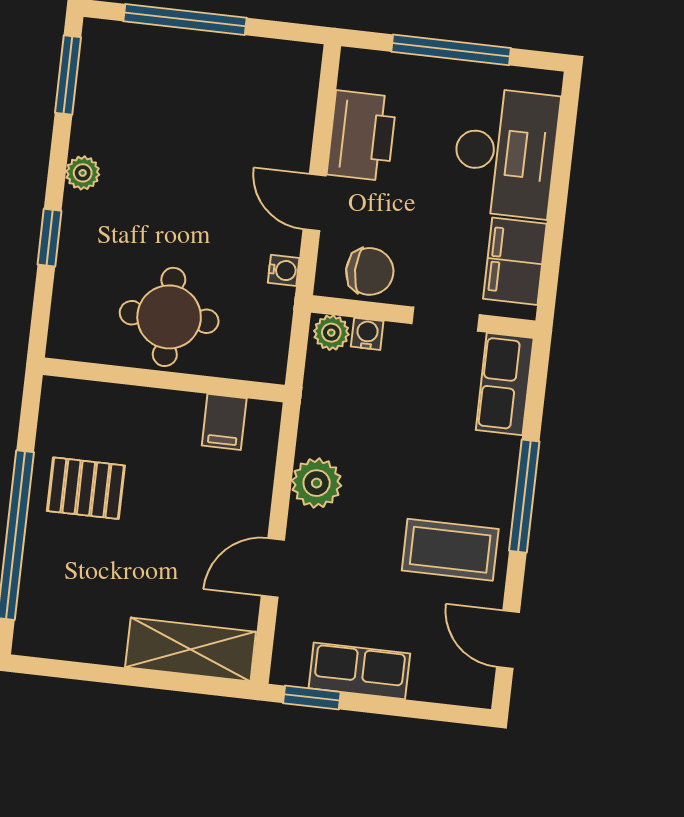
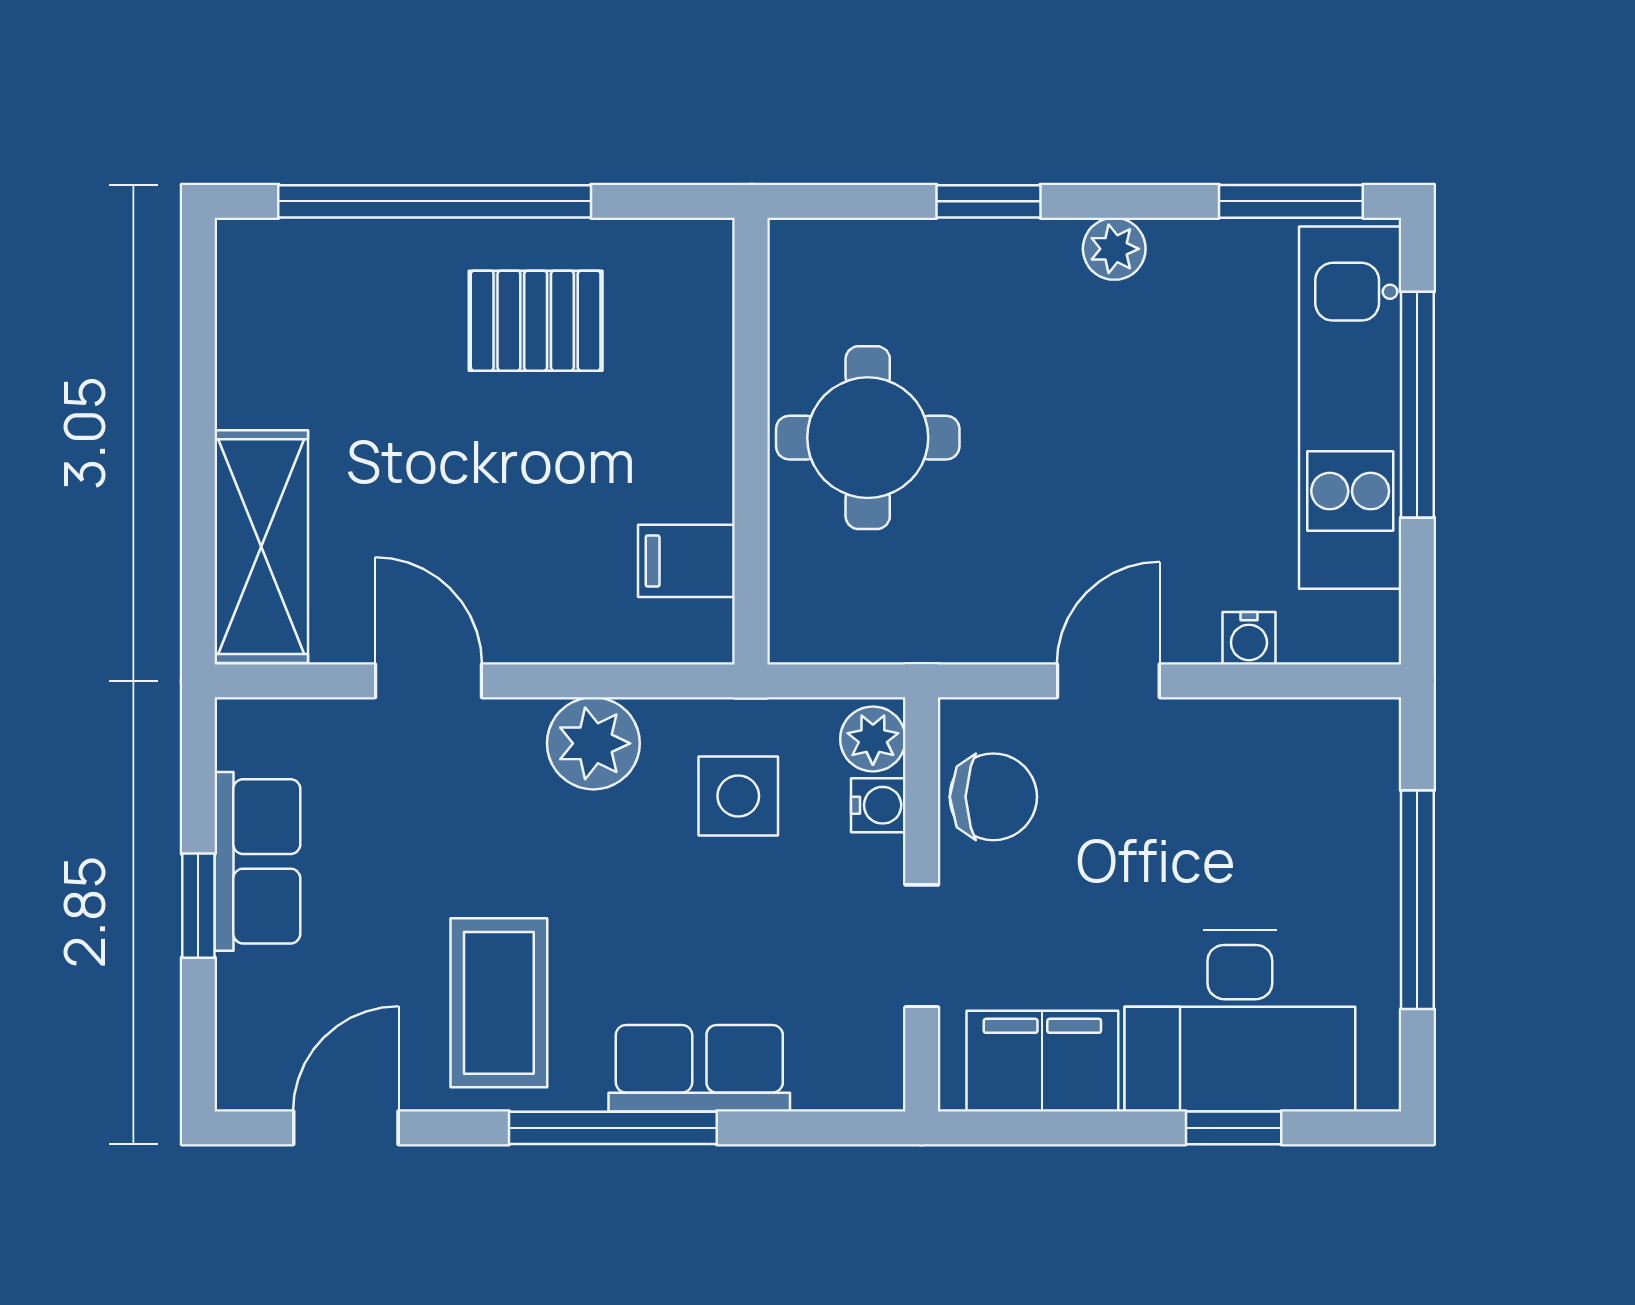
kitchen unit: (183, 56) -> (1350, 408), added
printer: (362, 136) -> (1241, 754), removed
window: (562, 163) -> (1234, 1128), added
water cooler: (284, 270) -> (1249, 638), moved
chair: (370, 271) -> (993, 797), turned -90
row of seats: (505, 384) -> (699, 1068), moved
side table: (354, 408) -> (738, 796), added
pallet: (86, 488) -> (536, 321), turned 90
window: (312, 698) -> (198, 906), moved

